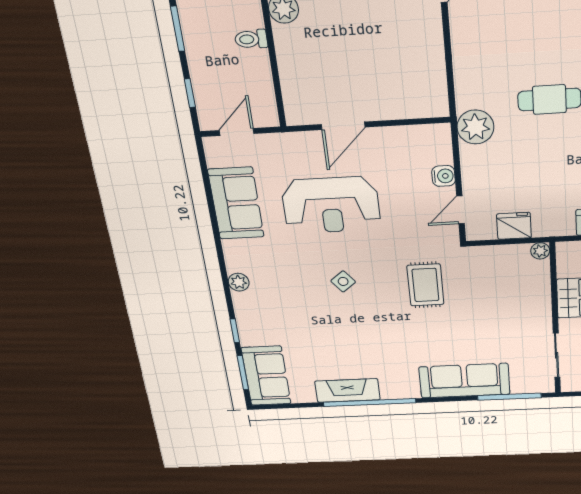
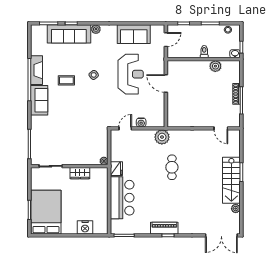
door: (237, 132) -> (166, 40), hinge flipped
reception desk: (331, 205) -> (131, 74), turned 180
door: (460, 210) -> (125, 128), hinge flipped
fridge: (514, 226) -> (116, 169), moved
rug: (425, 285) -> (90, 111), removed
coffee table: (363, 334) -> (66, 80), added
sofa: (266, 376) -> (69, 34), moved, width x1.36
sofa: (464, 381) -> (39, 100), moved, width x0.73

